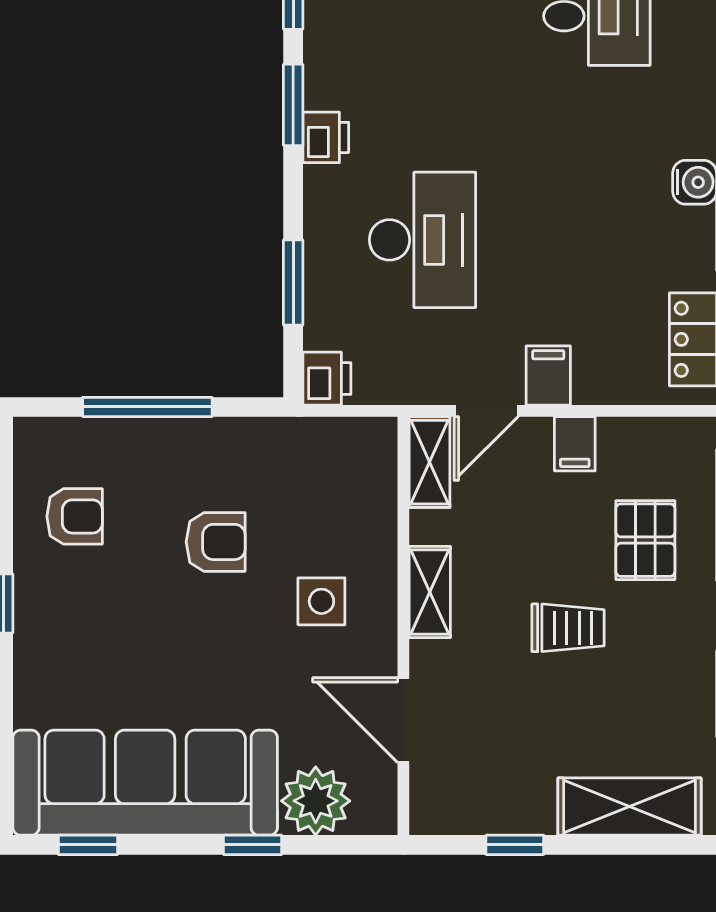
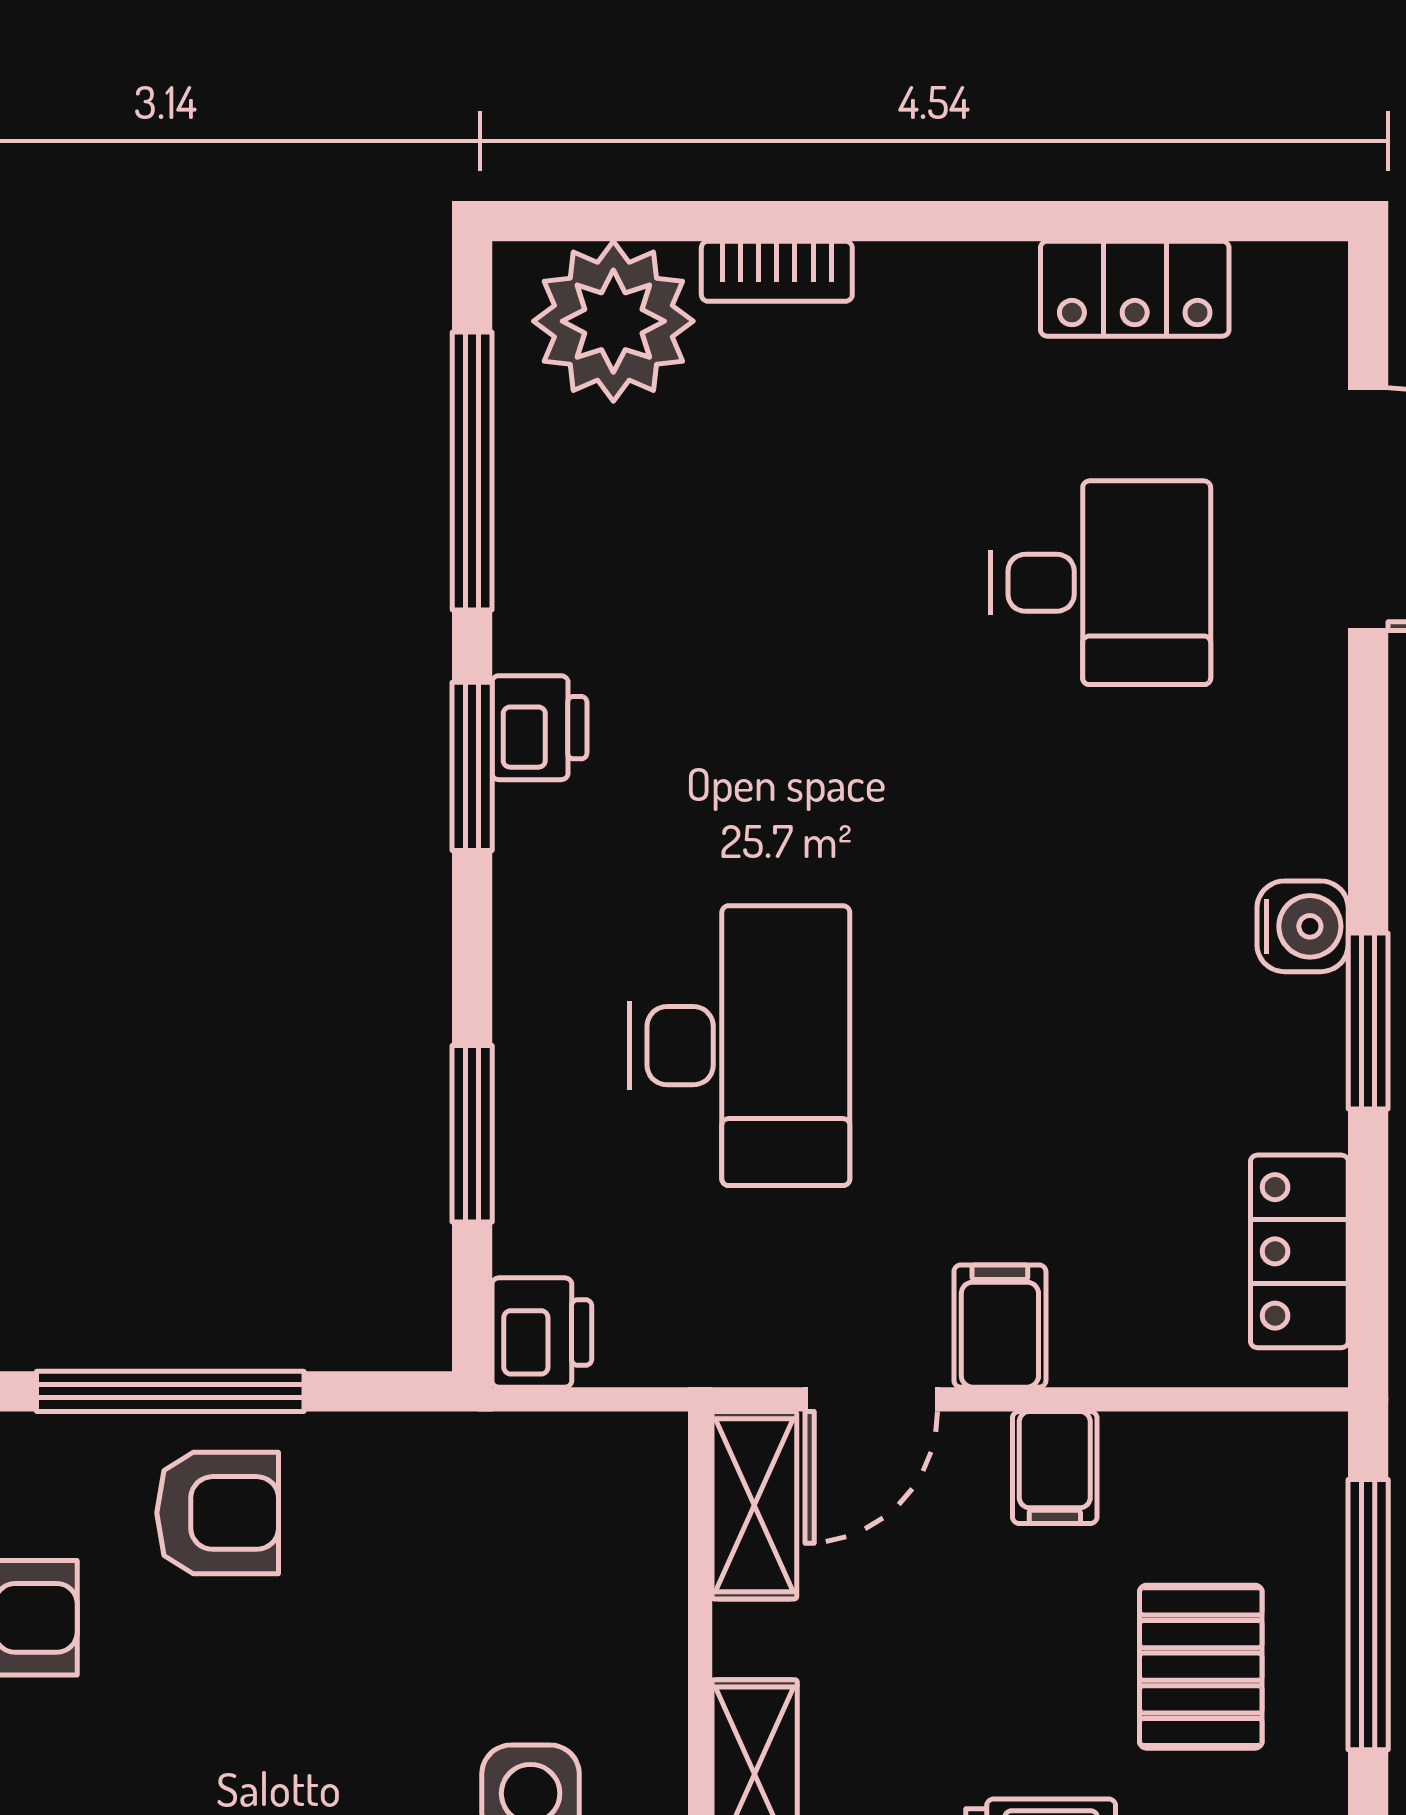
printer: (326, 137) -> (539, 728), moved
armchair: (216, 542) -> (218, 1513), moved

